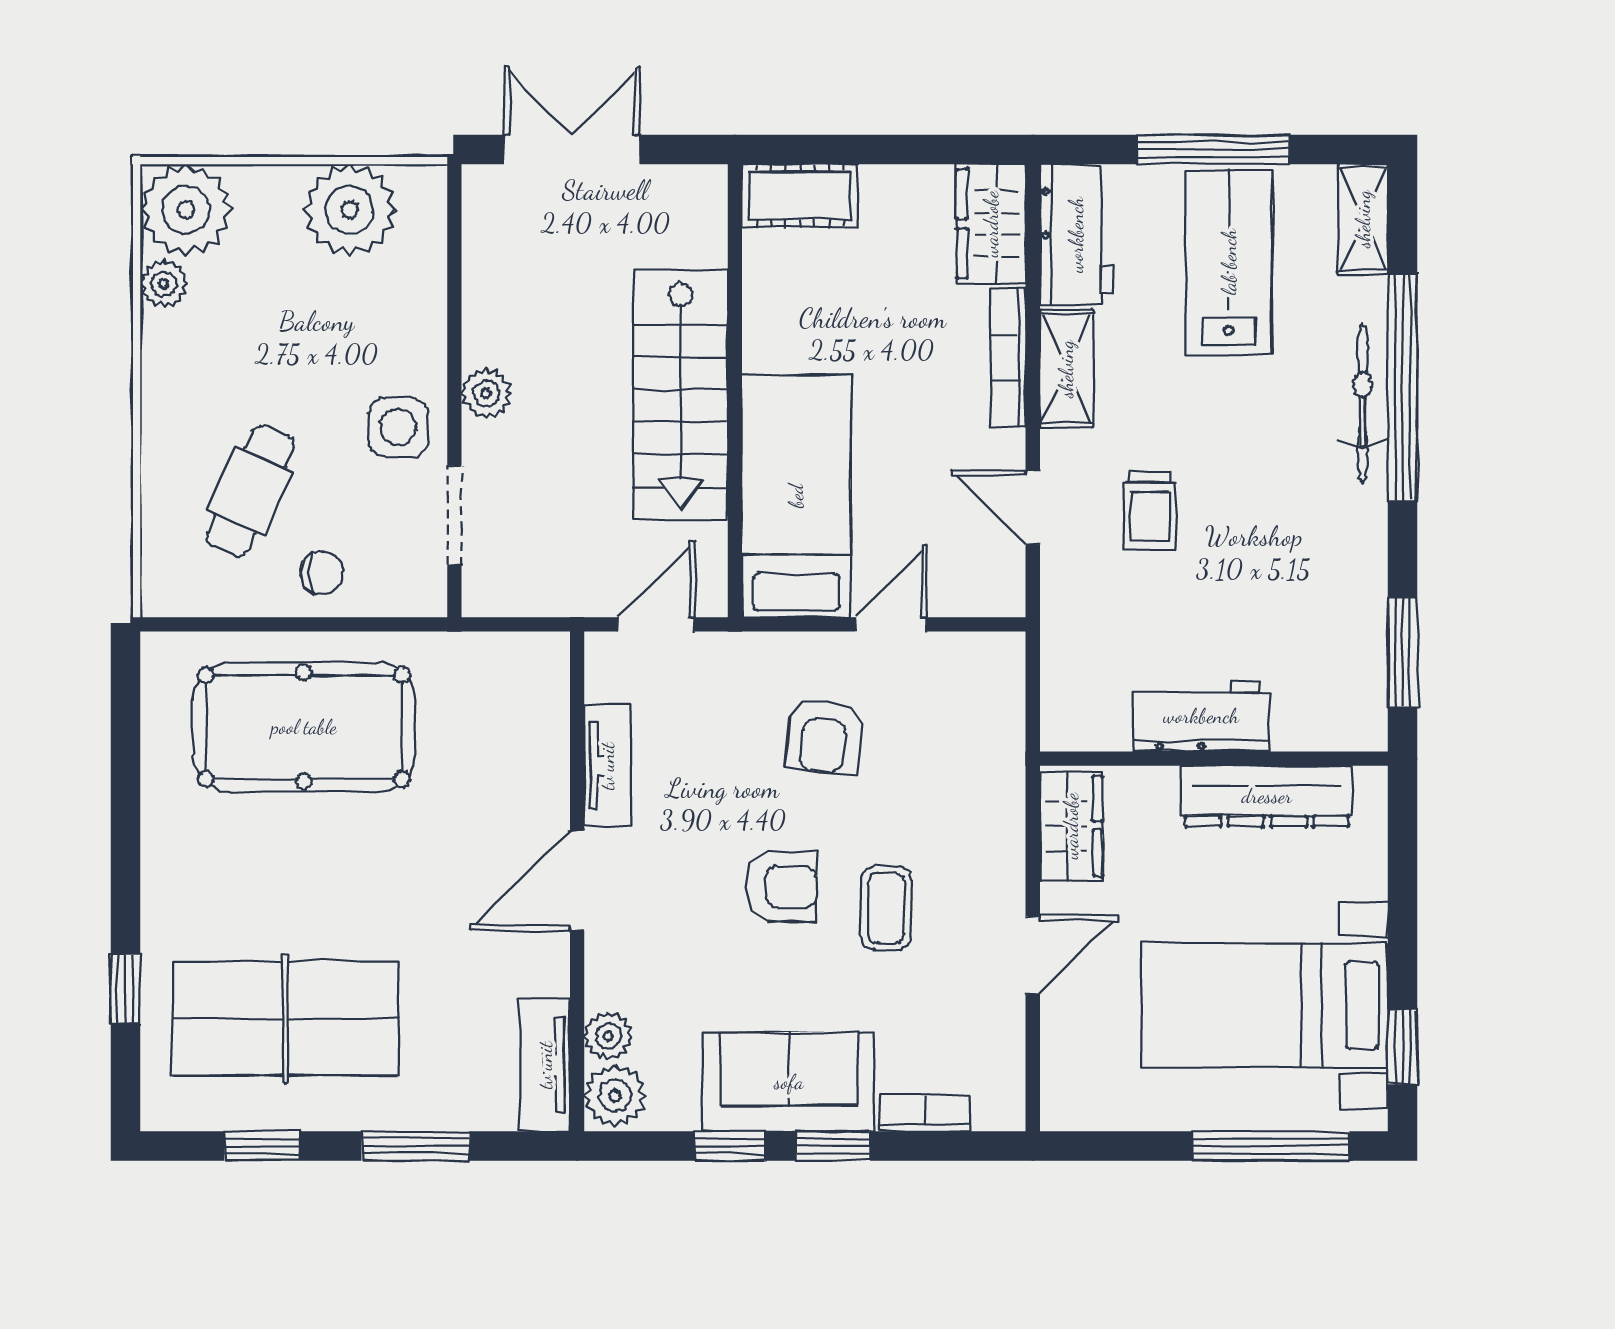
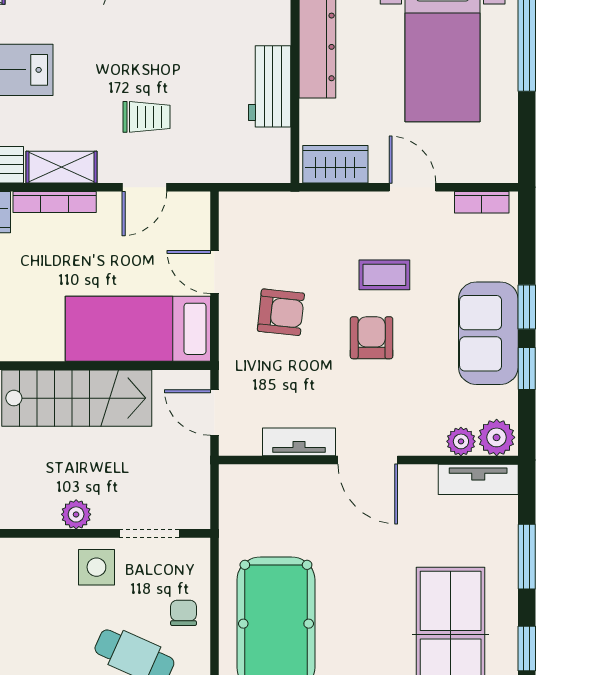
bookcase: (925, 1113) -> (482, 202), moved, turned -90

